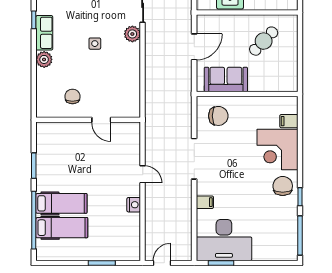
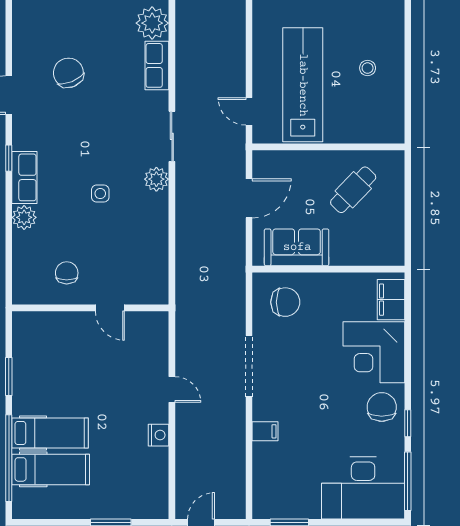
filing cabinet: (289, 121) -> (391, 300), width x2.00
desk: (224, 240) -> (363, 488), moved

